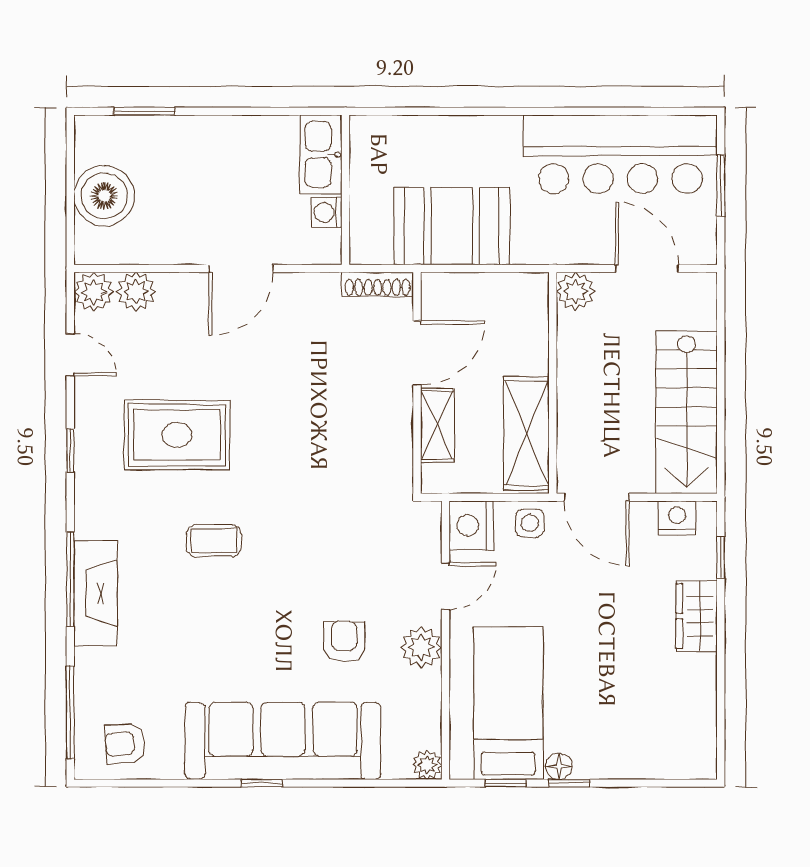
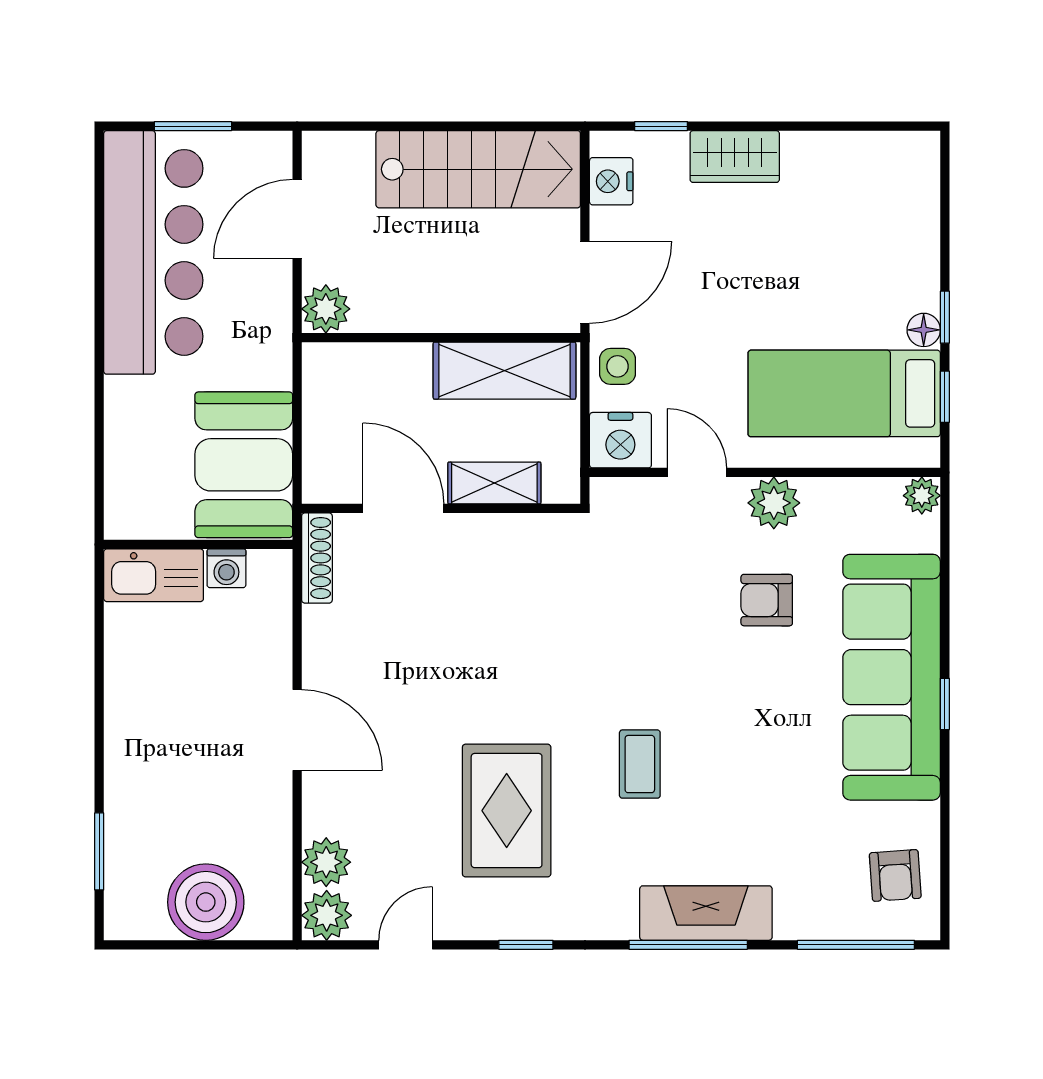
kitchen sink: (321, 154) -> (154, 575), moved
wall: (345, 190) -> (198, 544), moved
washing machine: (326, 212) -> (226, 568), moved

